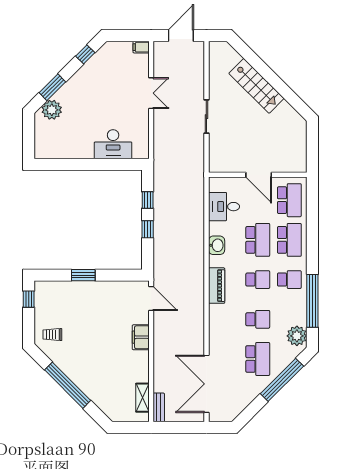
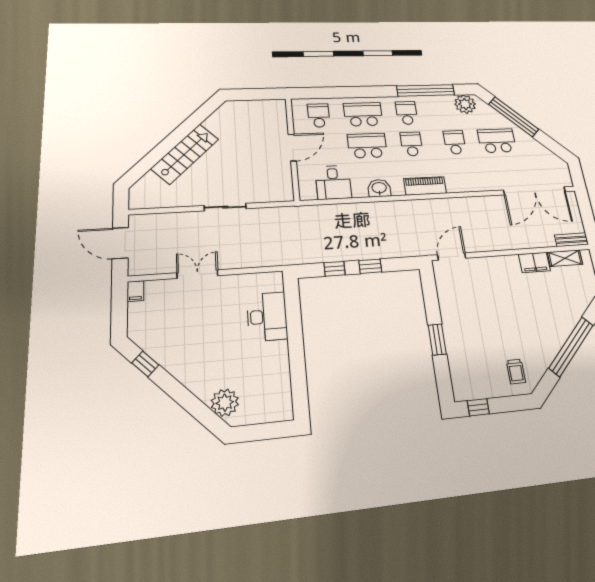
window: (52, 87) -> (193, 405), removed
school desk: (289, 200) -> (319, 116), width x0.54
filing cabinet: (141, 337) -> (534, 262), moved

